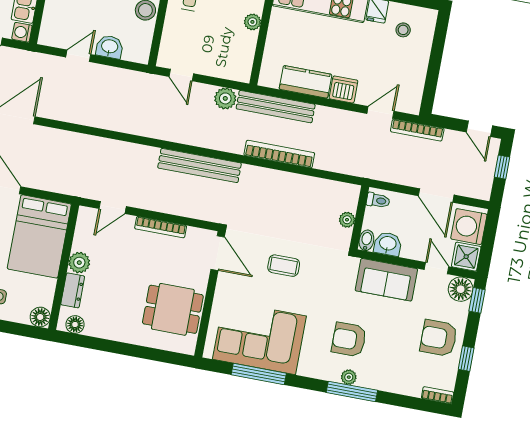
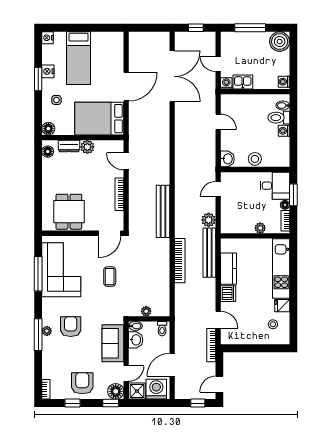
washbasin: (110, 47) -> (227, 159), moved

